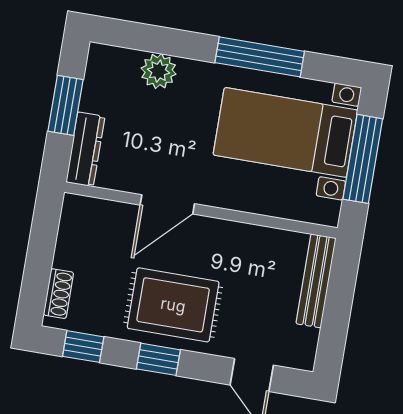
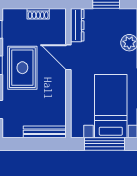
dresser: (85, 149) -> (77, 25), moved, turned -90
shoe rack: (58, 294) -> (38, 14), moved

